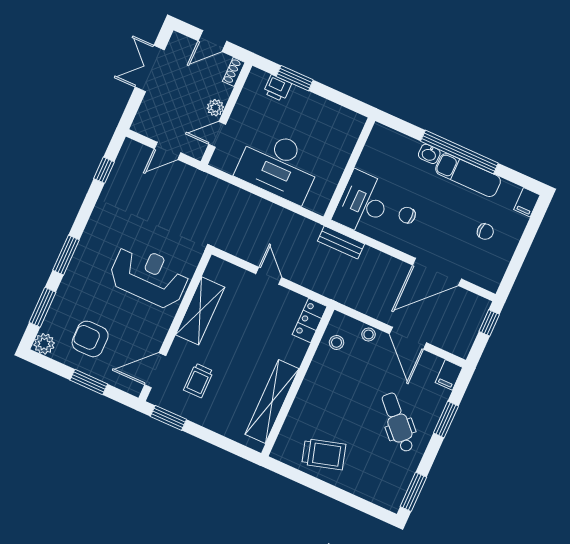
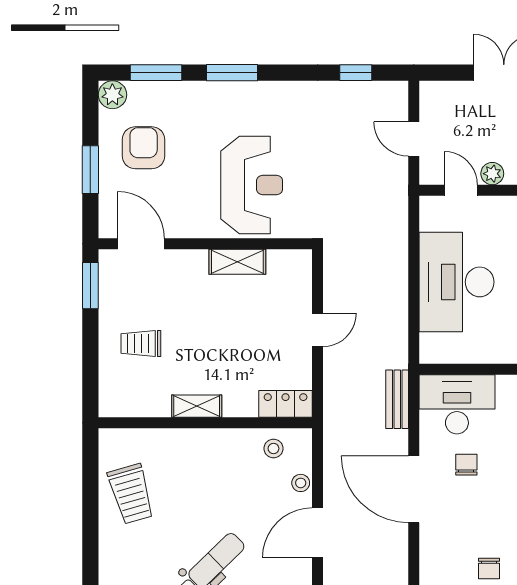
door: (437, 272) -> (414, 489), moved
shelving: (200, 311) -> (237, 262), width x0.67, depth x0.75
trolley: (198, 381) -> (141, 344), moved
shelving: (272, 401) -> (197, 406), width x0.45, depth x0.75

